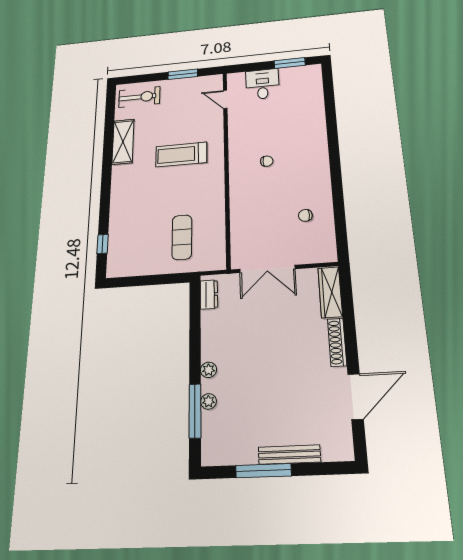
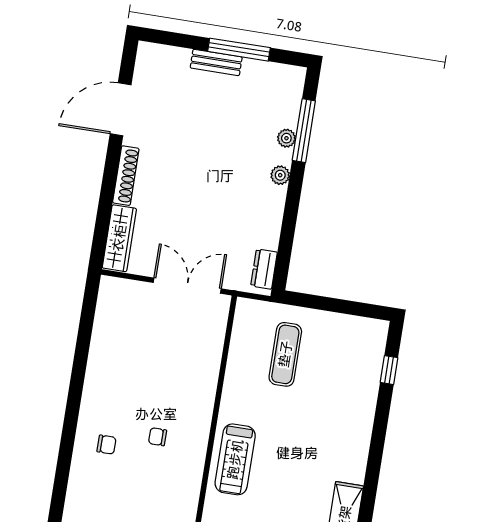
treadmill: (181, 155) -> (235, 459), moved, turned 90
chair: (305, 215) -> (106, 445), moved
bench: (289, 455) -> (216, 62), width x0.73

